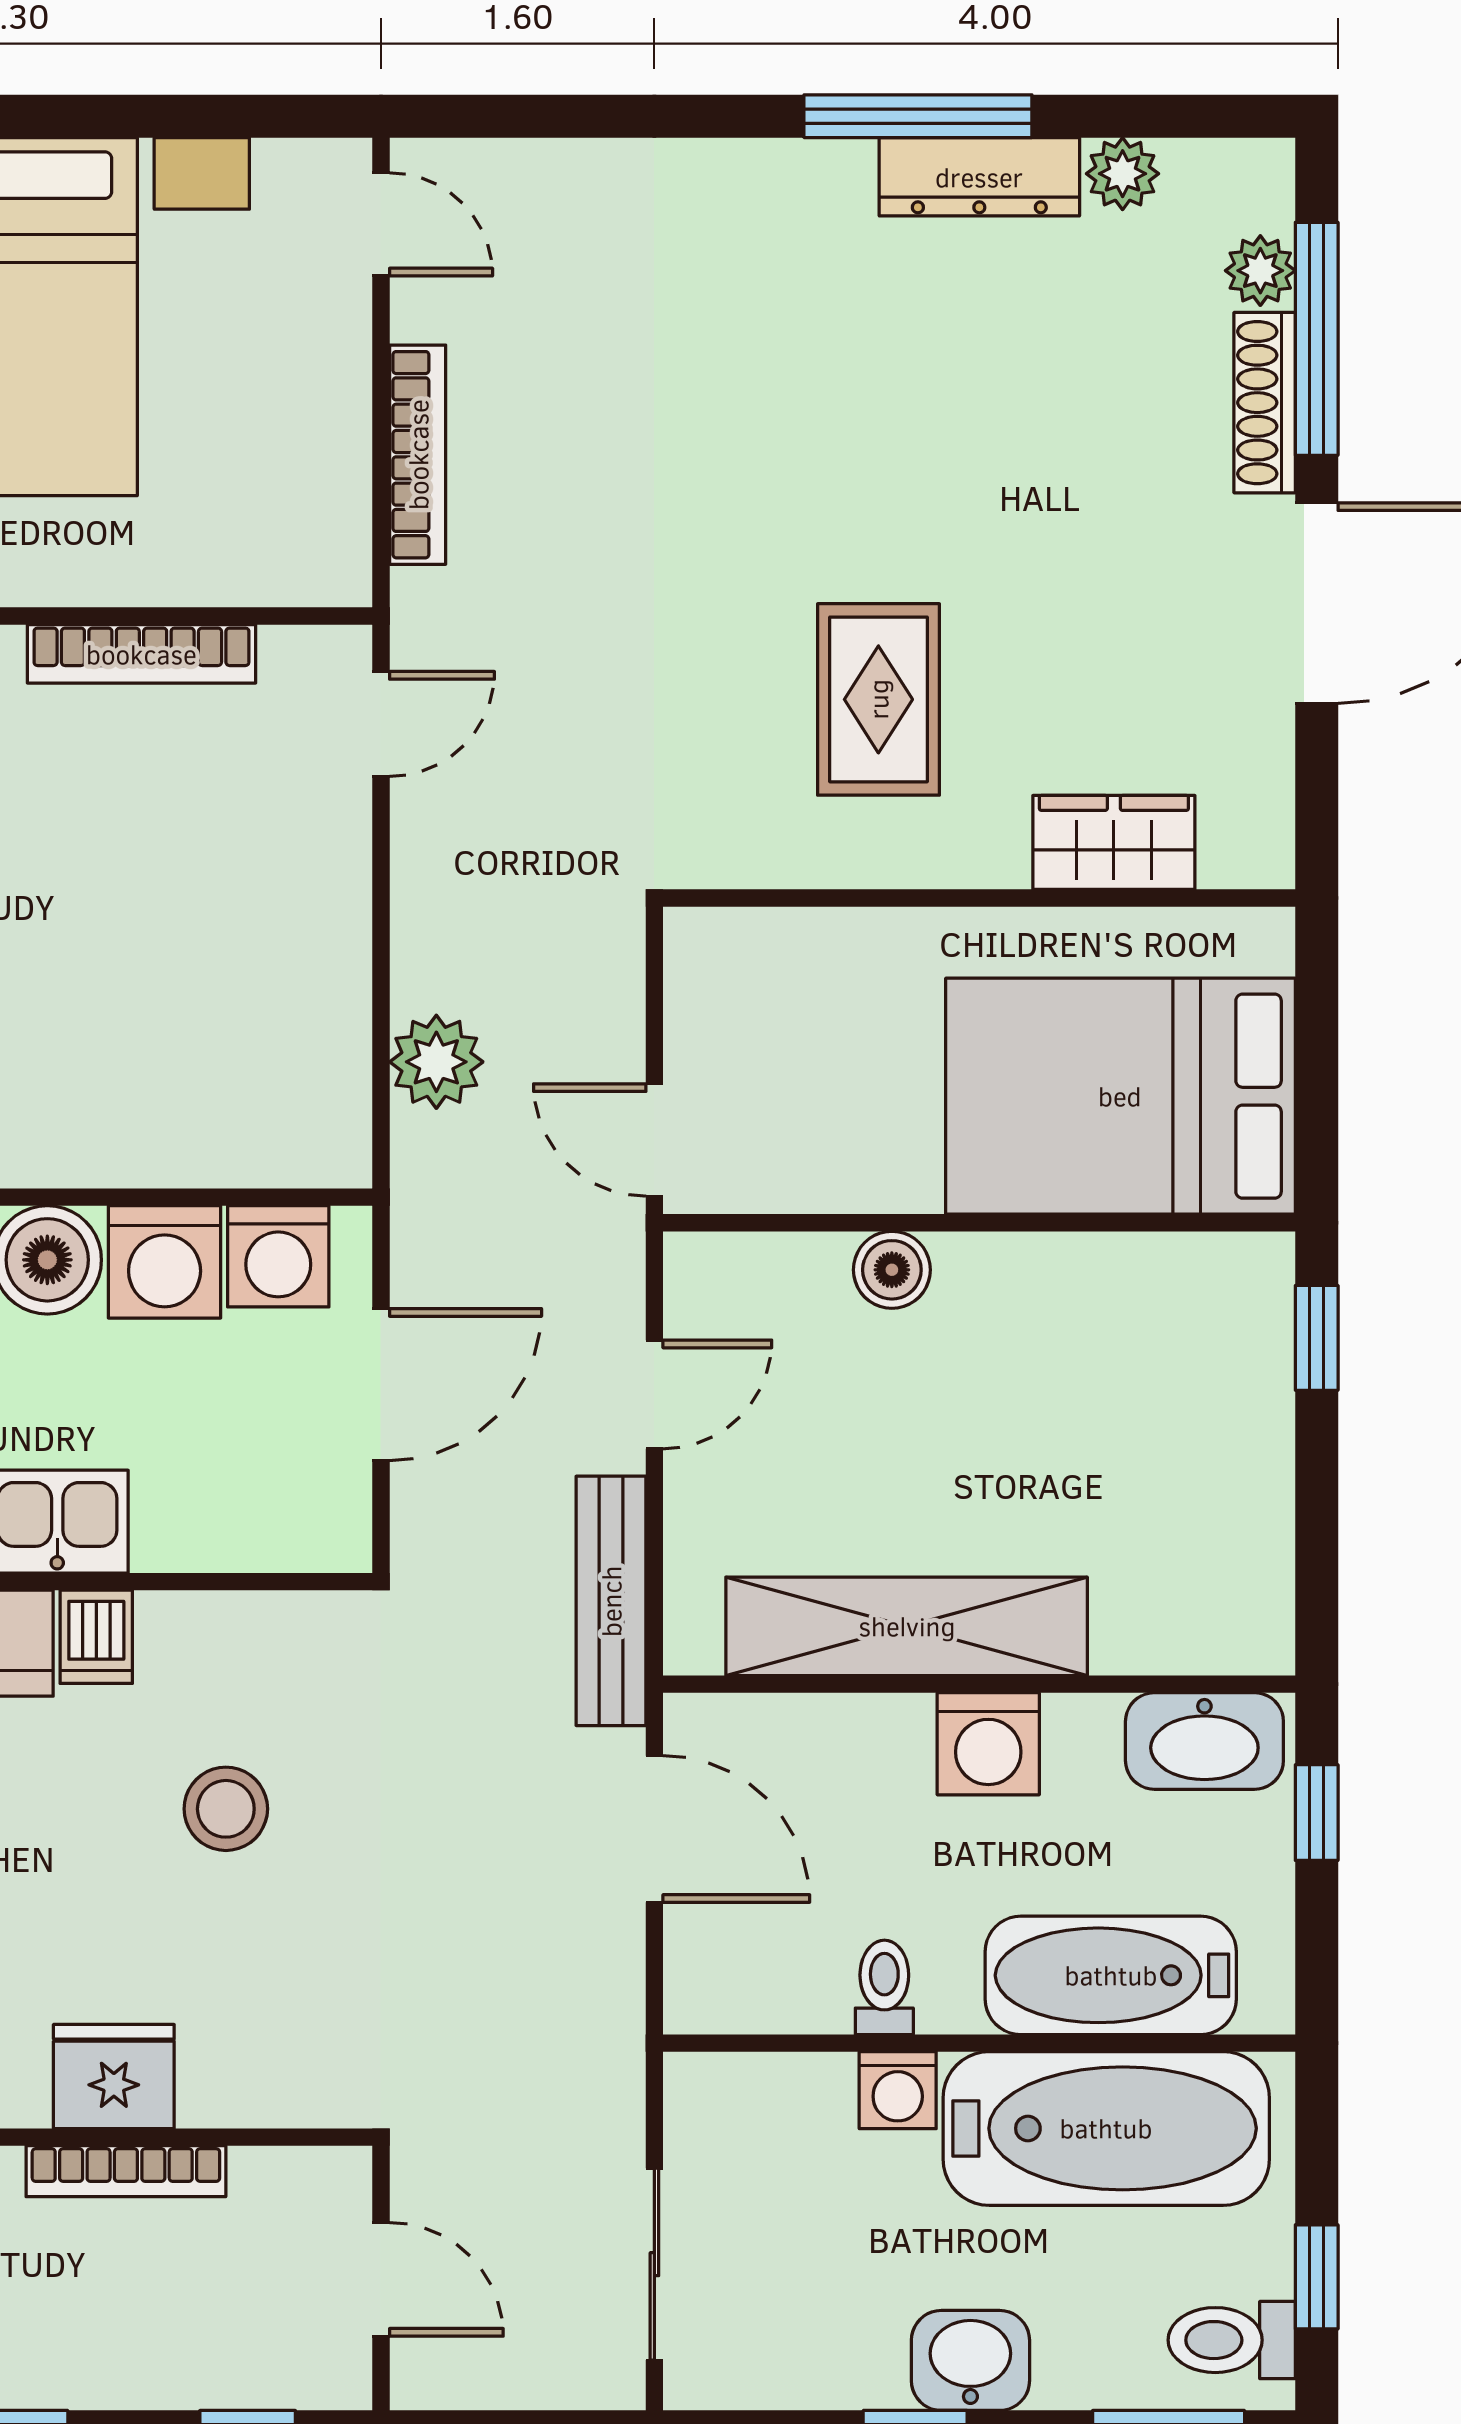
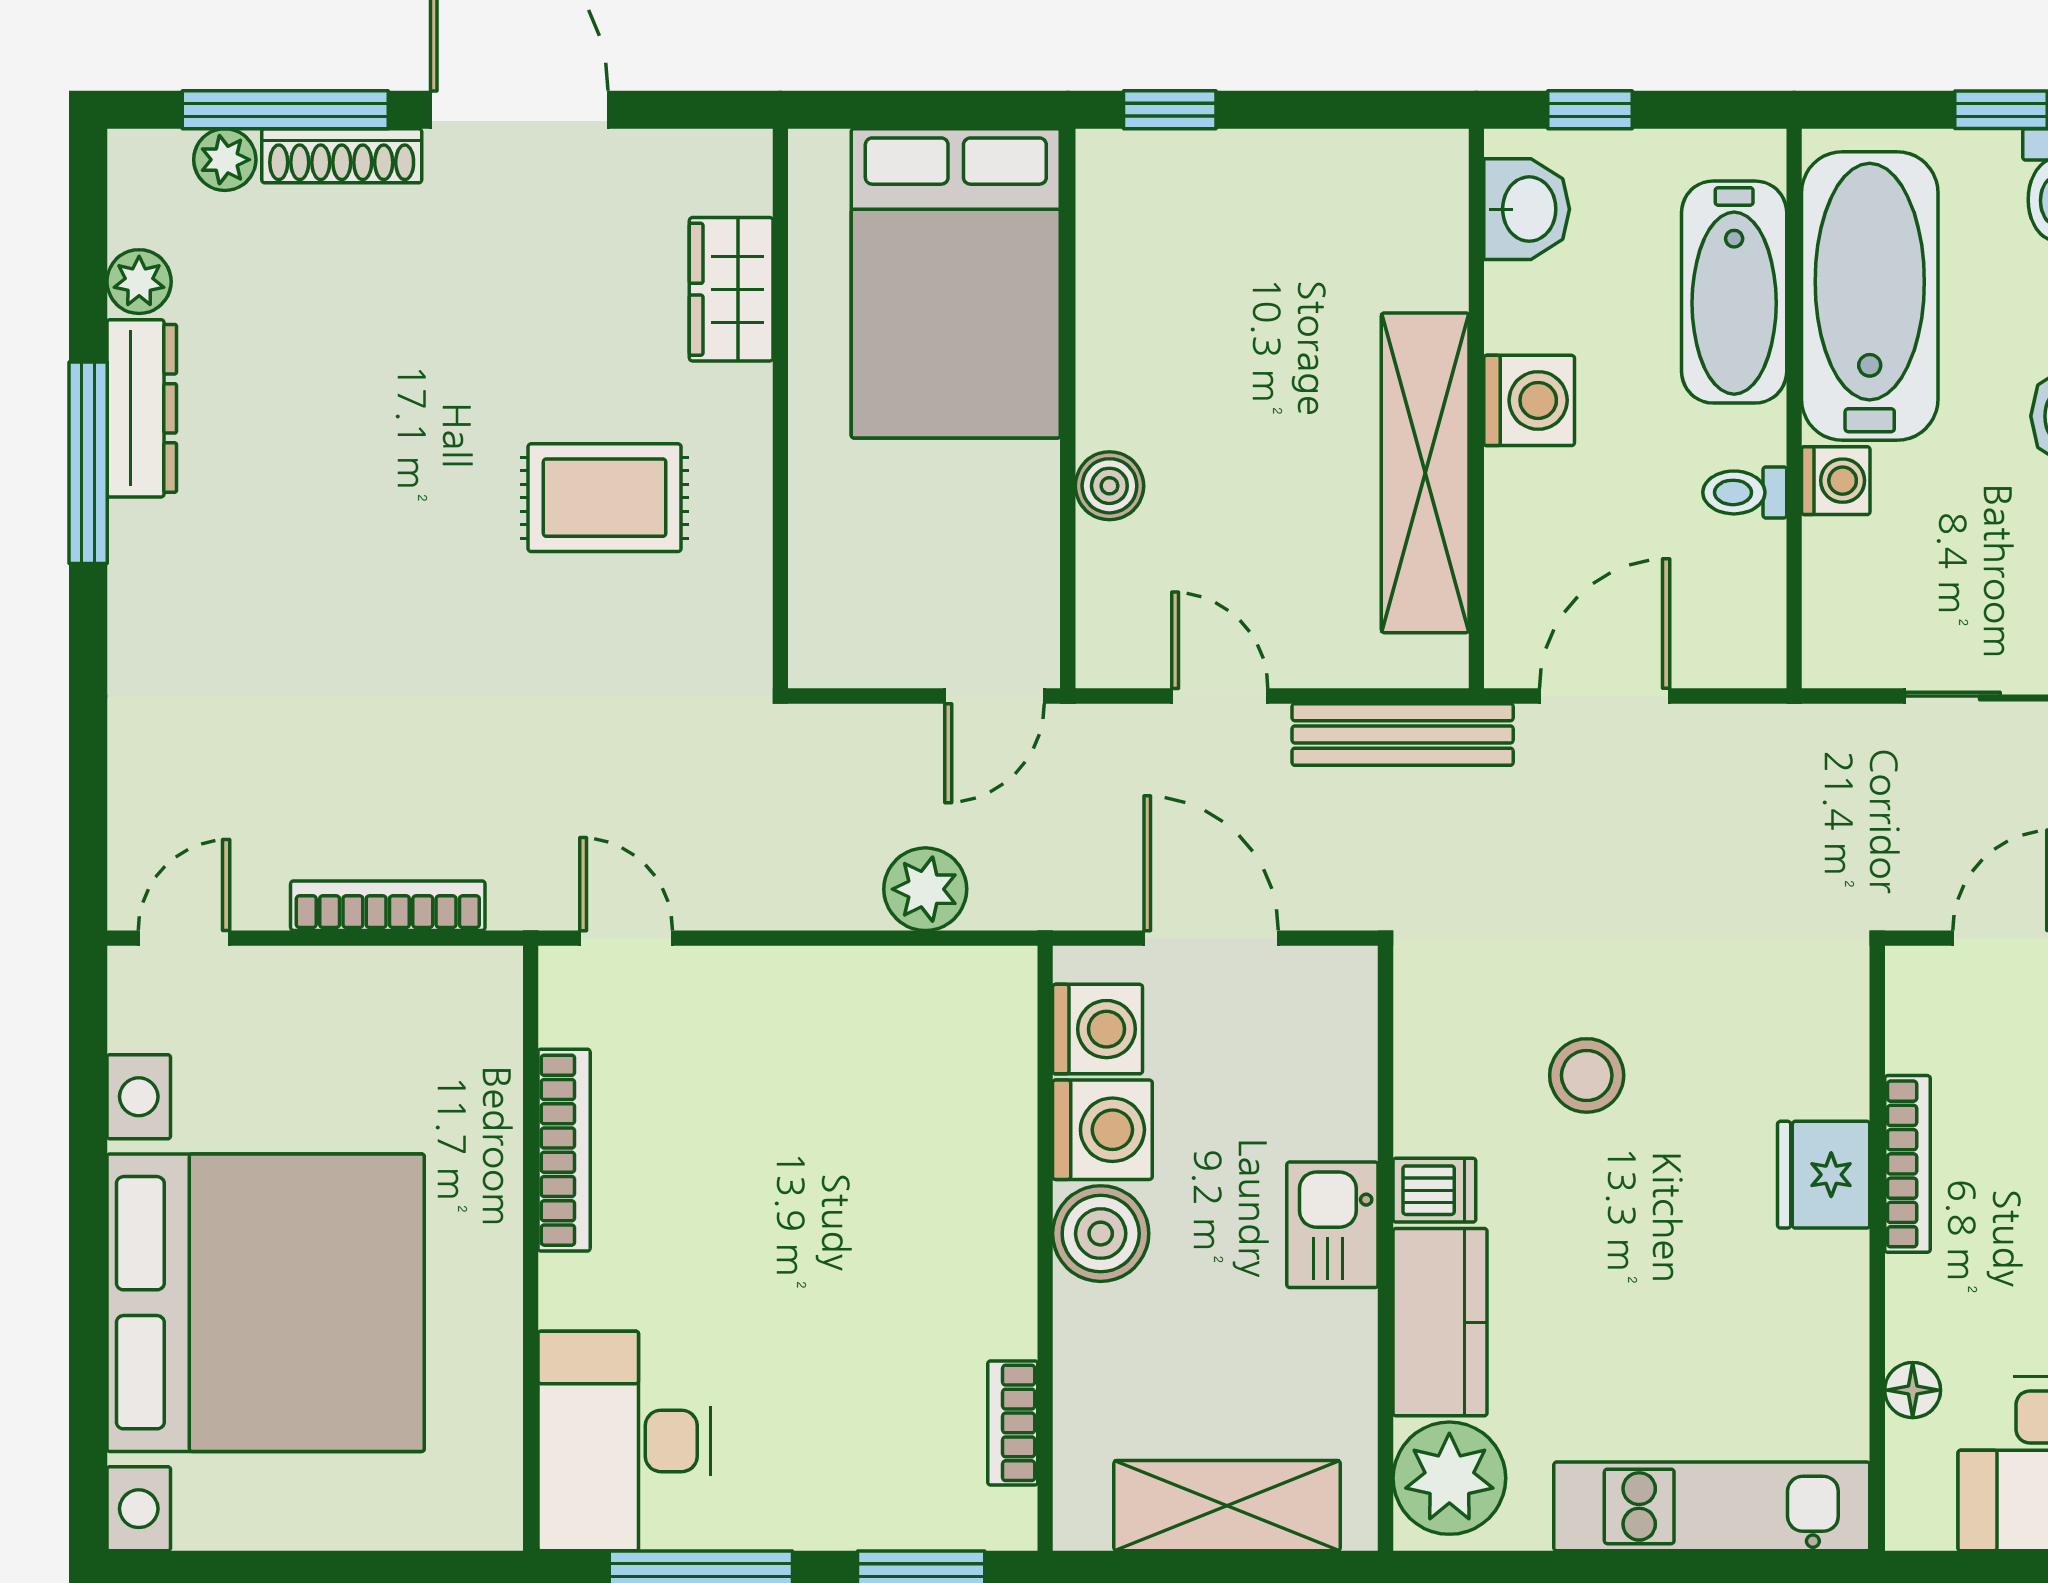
washbasin: (1204, 1741) -> (1527, 209), width x0.72

